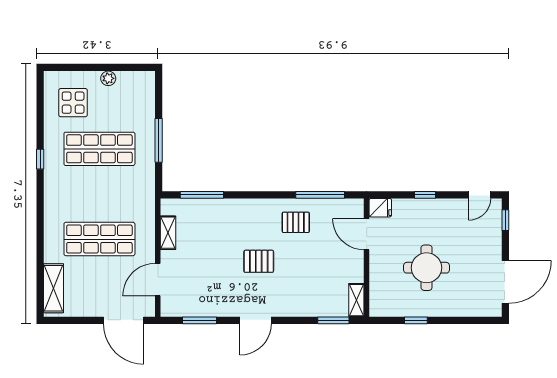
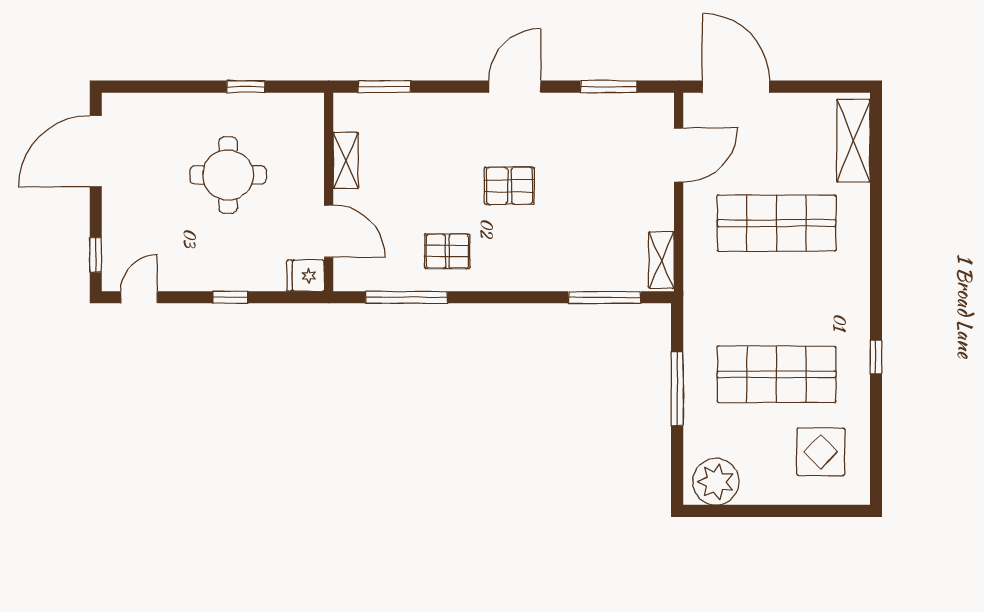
plant: (108, 78) -> (716, 482), moved, width x1.88, depth x1.88
shelving: (168, 233) -> (661, 260), moved
shelving: (356, 300) -> (346, 160), moved

